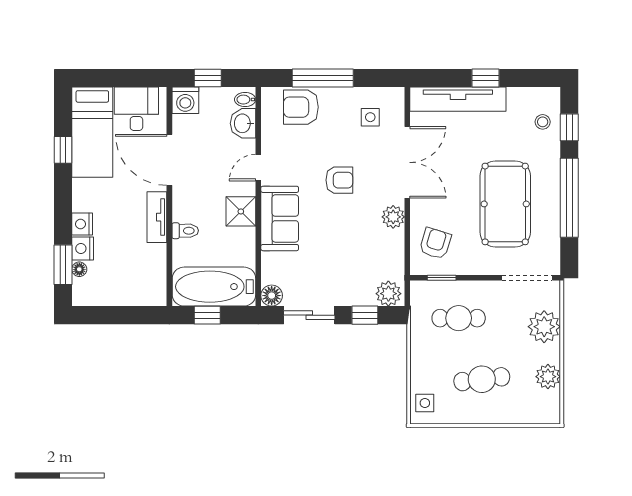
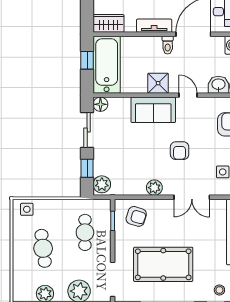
double door: (407, 162) -> (192, 197), width x0.73
toilet: (185, 231) -> (168, 45), moved
wardrobe: (154, 284) -> (109, 23), added

